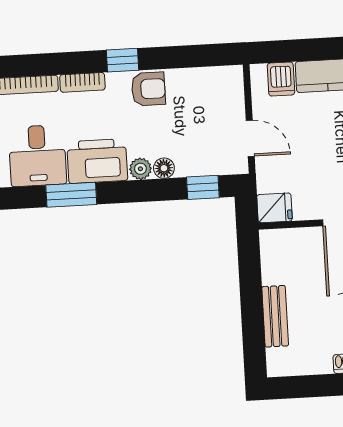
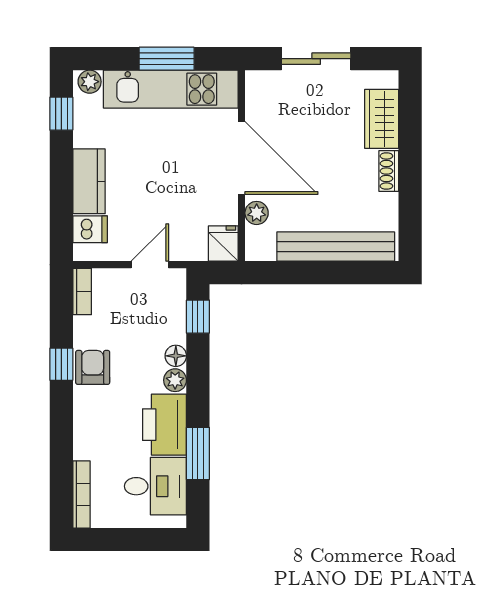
window: (122, 60) -> (61, 364), moved
bookcase: (82, 82) -> (82, 292), moved
plant: (306, 238) -> (257, 213), added
bench: (275, 316) -> (336, 247), width x1.86, depth x1.21

